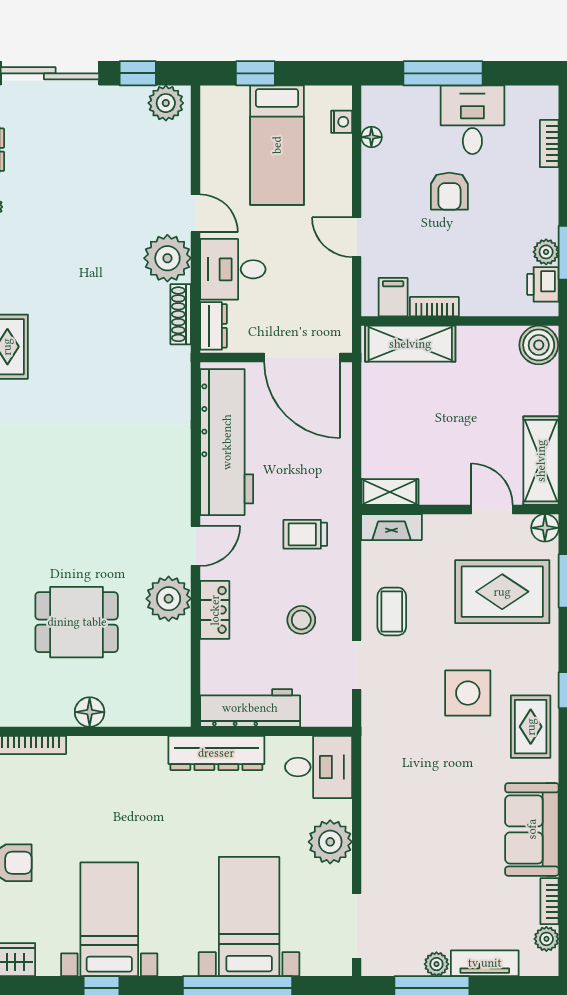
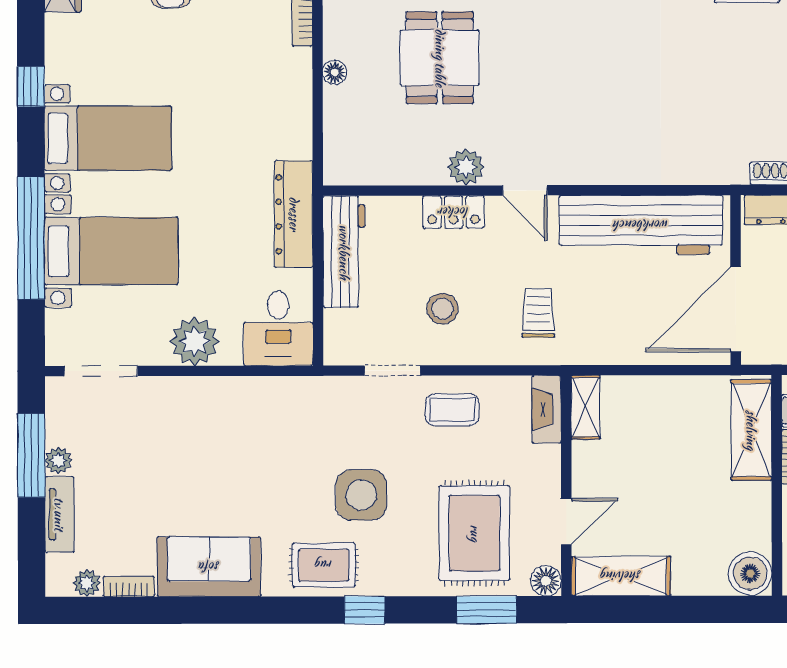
plant: (169, 599) -> (466, 167), width x0.73, depth x0.73
floor lamp: (90, 712) -> (335, 72), width x0.73, depth x0.73
bed with nightstands: (109, 919) -> (108, 138), moved

